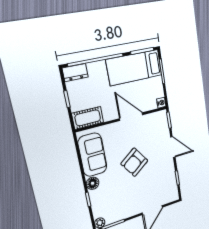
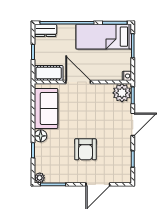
door: (131, 117) -> (78, 82), moved
plant: (159, 120) -> (122, 93), added
door: (173, 147) -> (133, 124), hinge flipped
armchair: (134, 162) -> (85, 149), moved, turned -54

